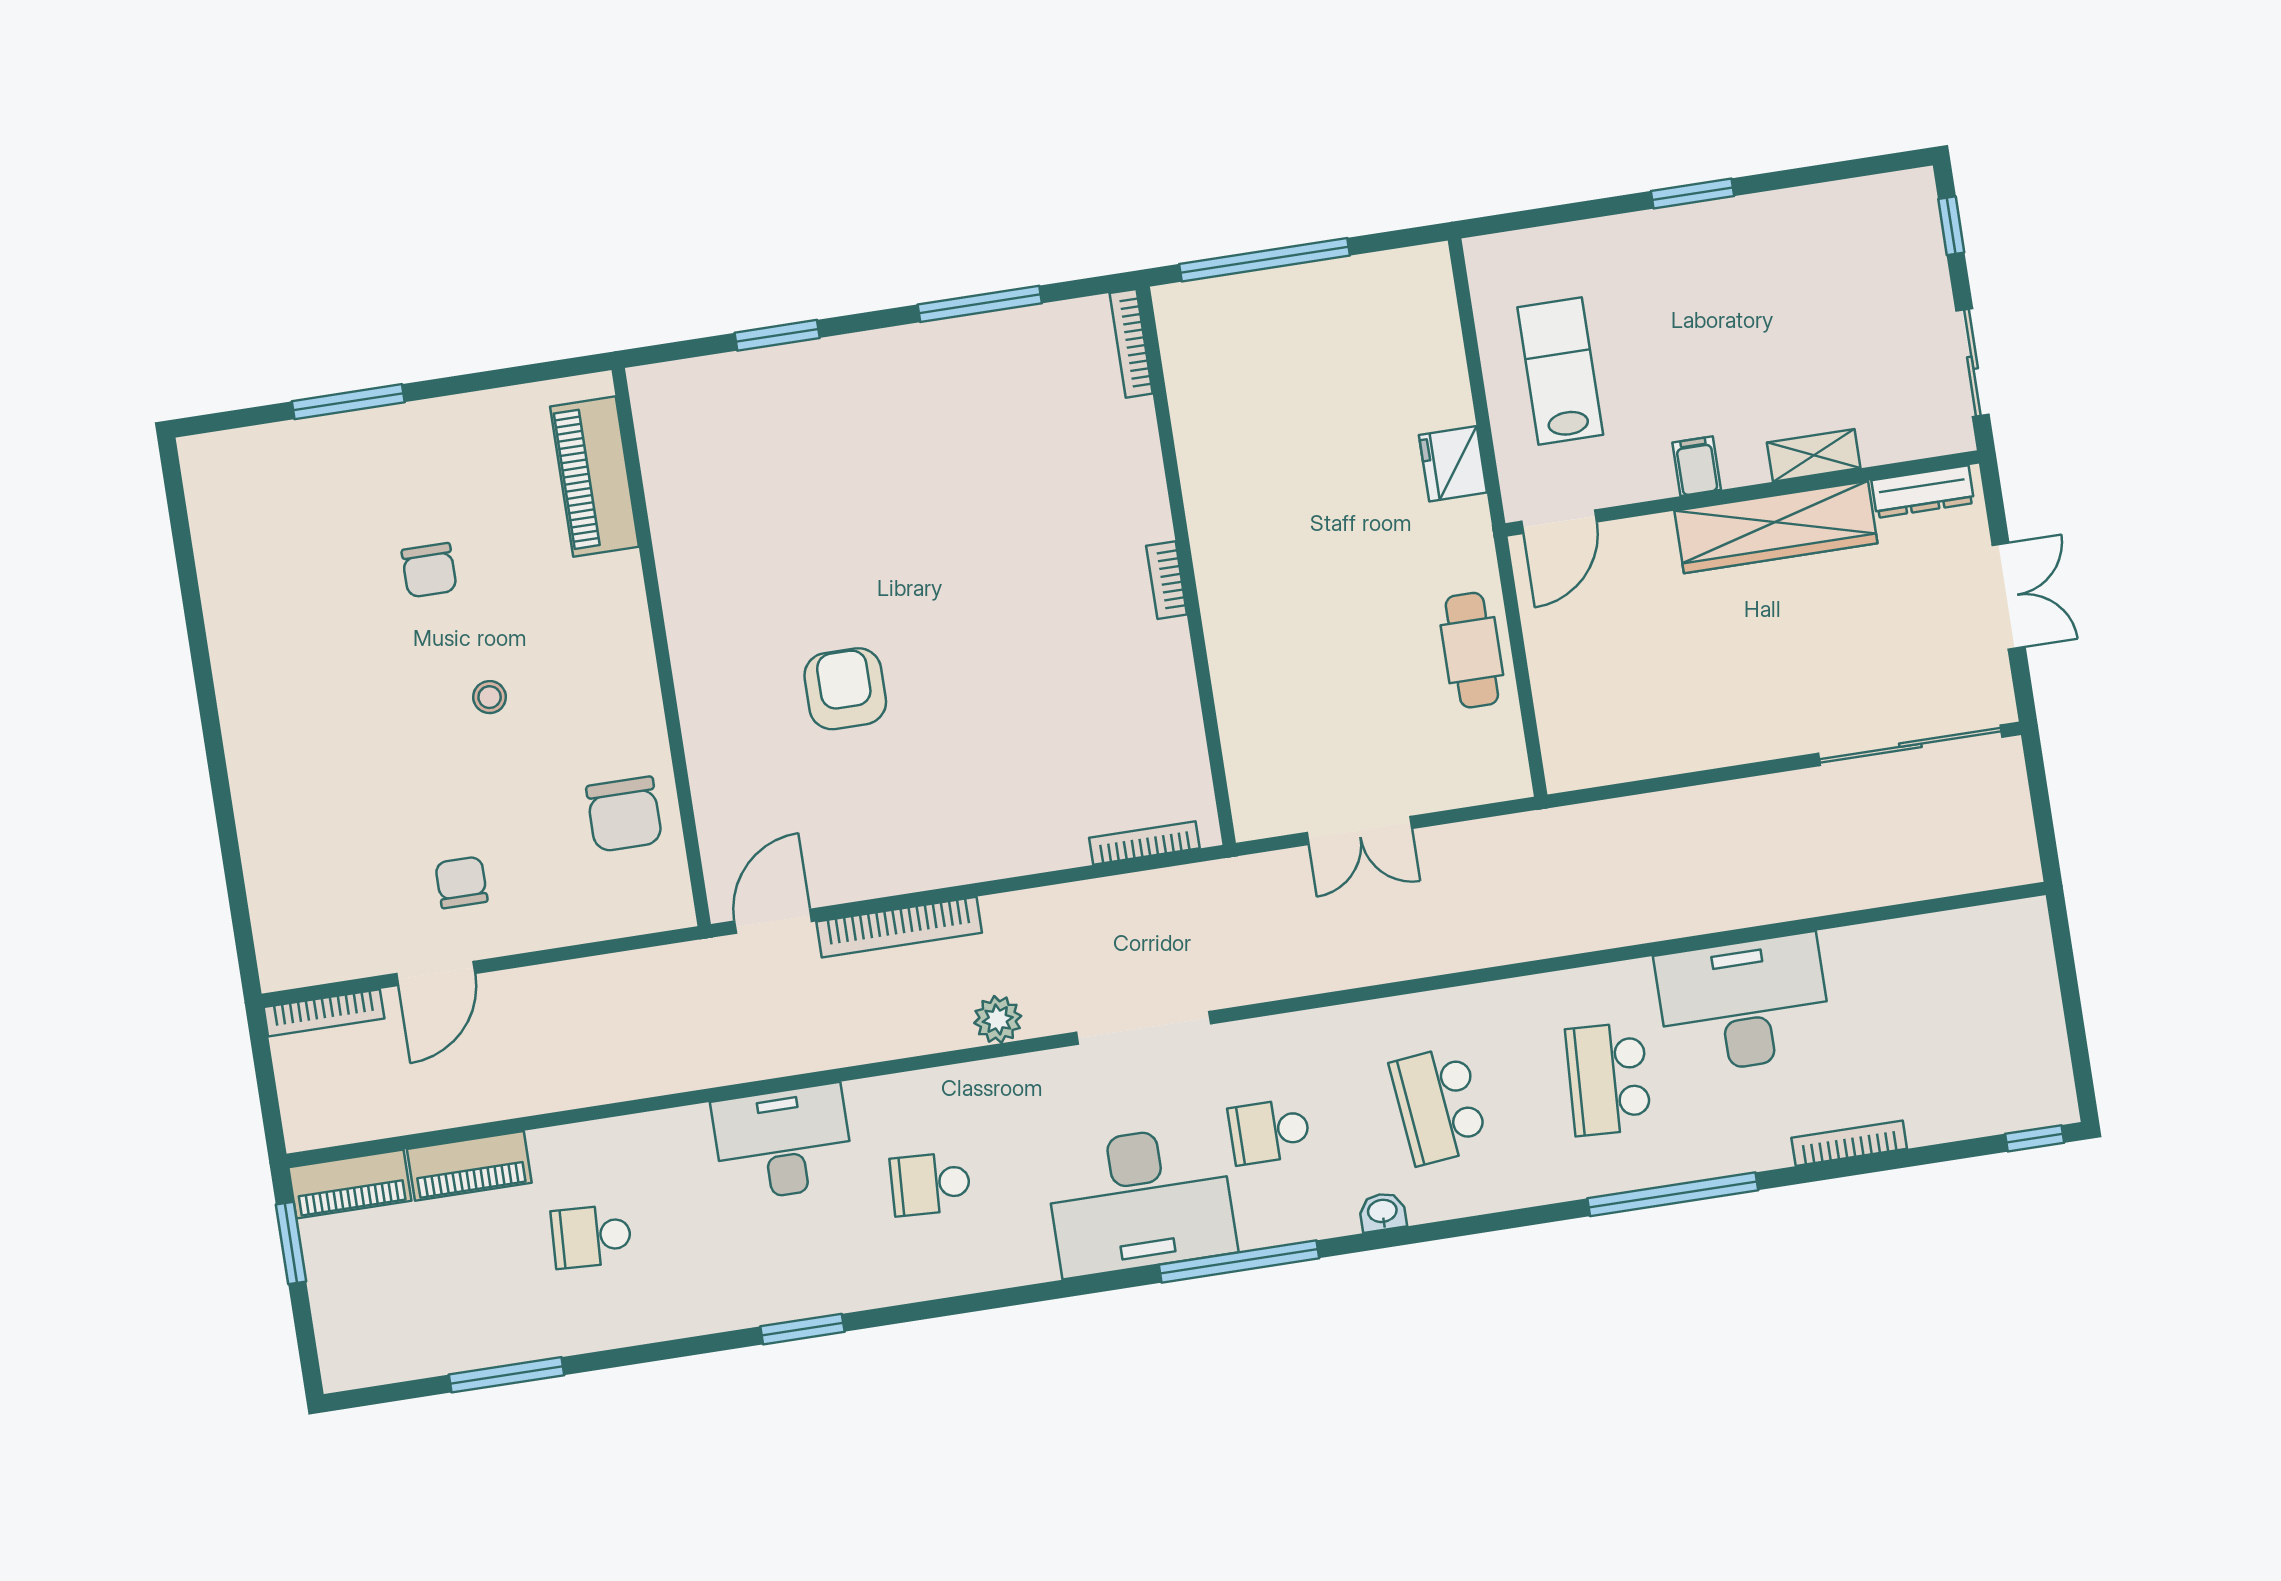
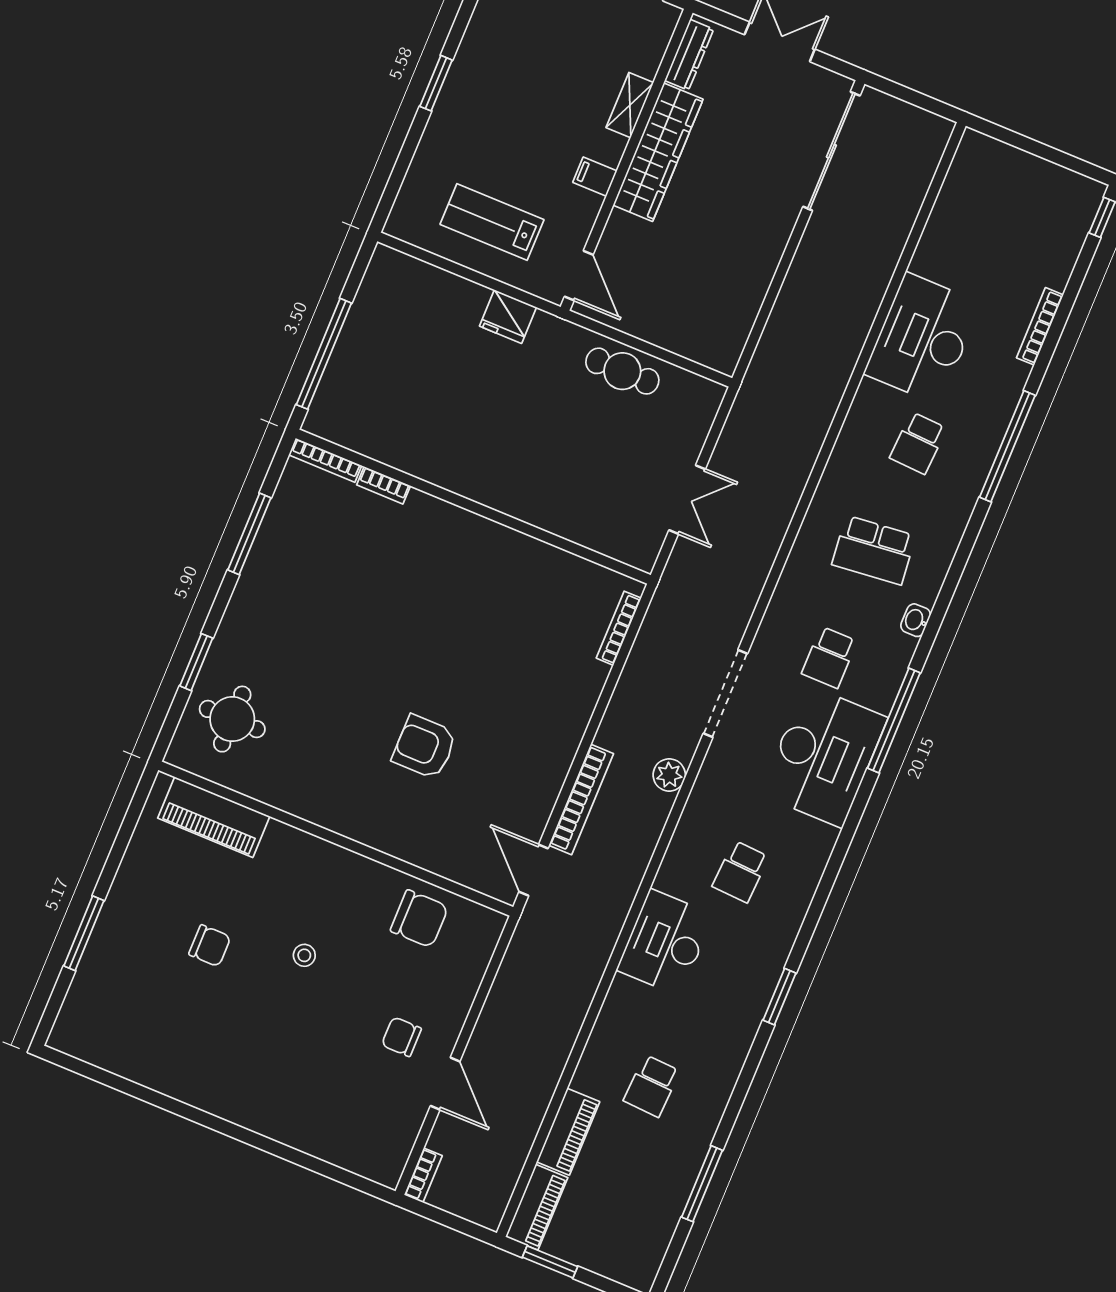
round table: (733, 425) -> (232, 719), added
bookcase: (1167, 580) -> (384, 485), moved
bookcase: (324, 1013) -> (423, 1175), width x0.64
school desk: (1608, 1079) -> (918, 443), width x0.54

